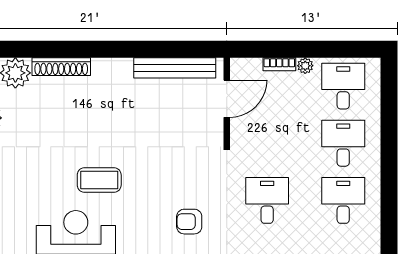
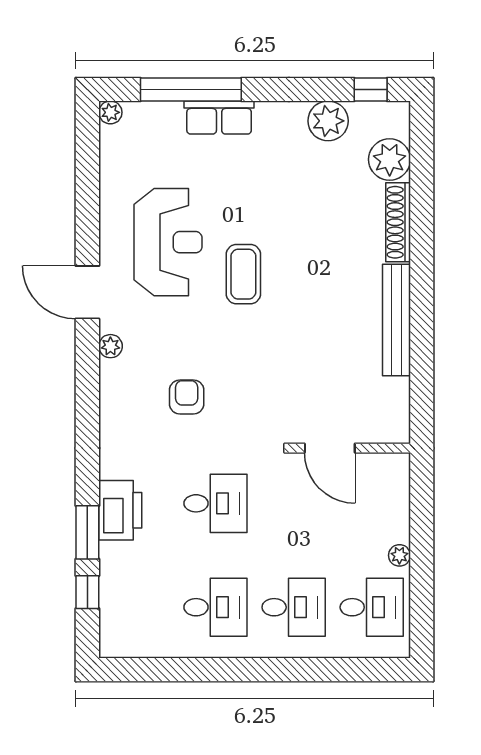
bookcase: (279, 64) -> (401, 520), removed
bench: (175, 68) -> (396, 320), moved
door: (227, 99) -> (330, 448), moved

